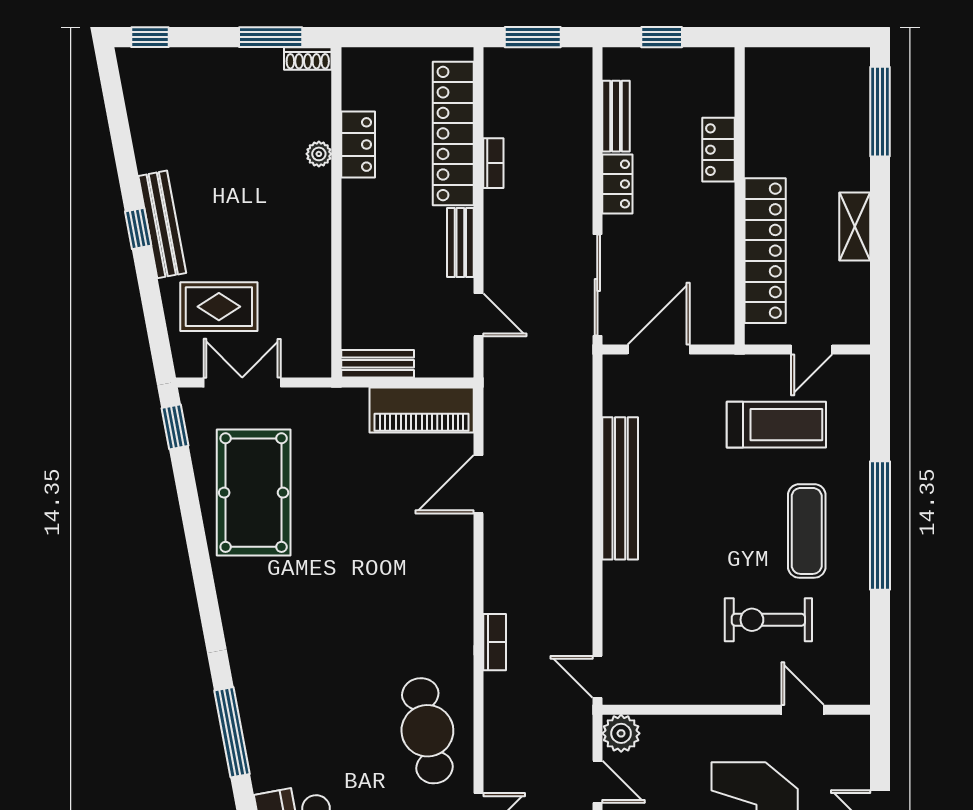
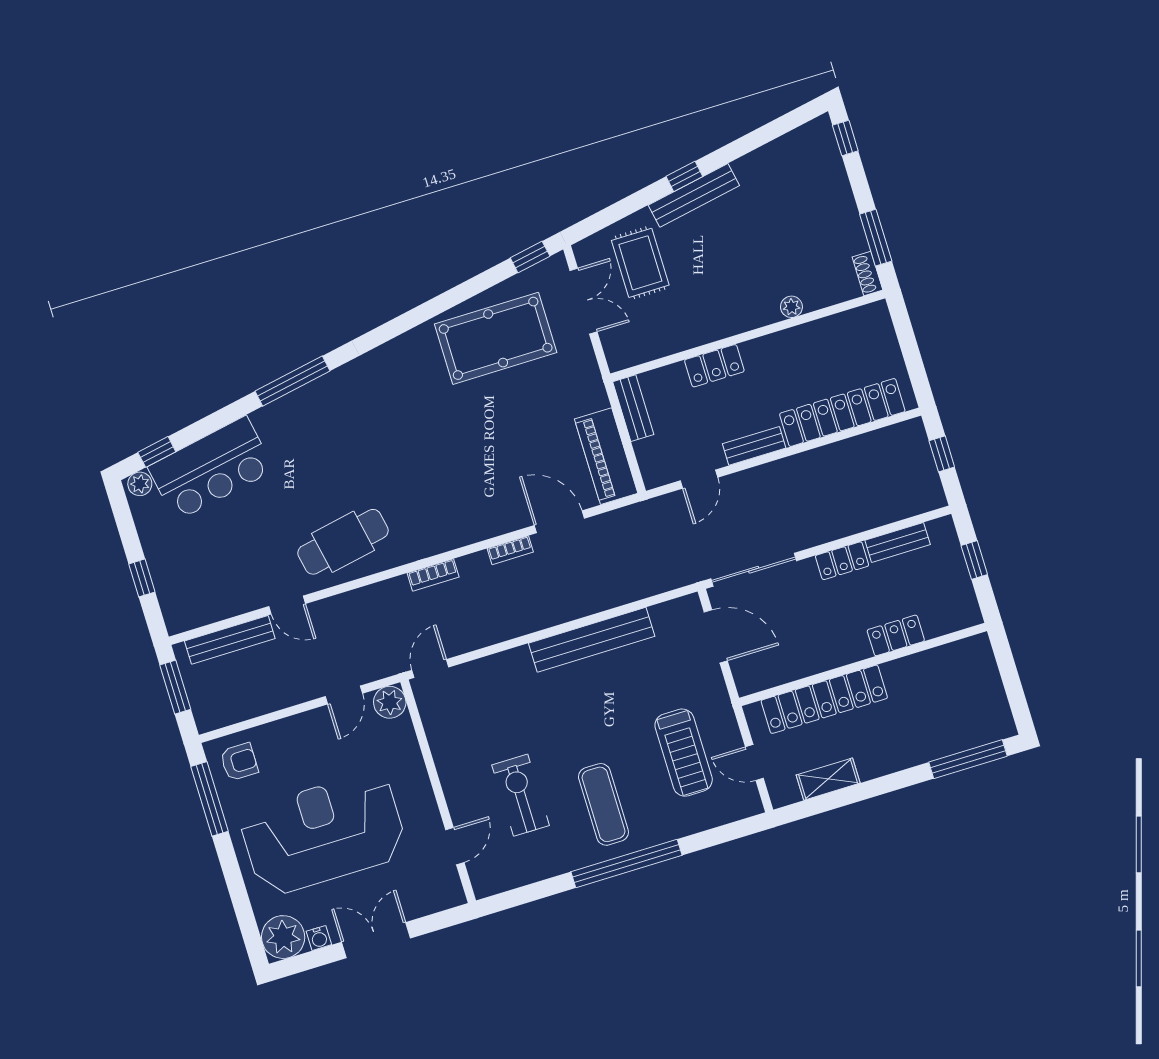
window: (533, 37) -> (942, 454), width x0.67
locker: (358, 144) -> (714, 366), moved
bookcase: (493, 163) -> (510, 550), moved
shelving: (855, 226) -> (828, 779), moved
exercise mat: (807, 531) -> (603, 804), turned 90

